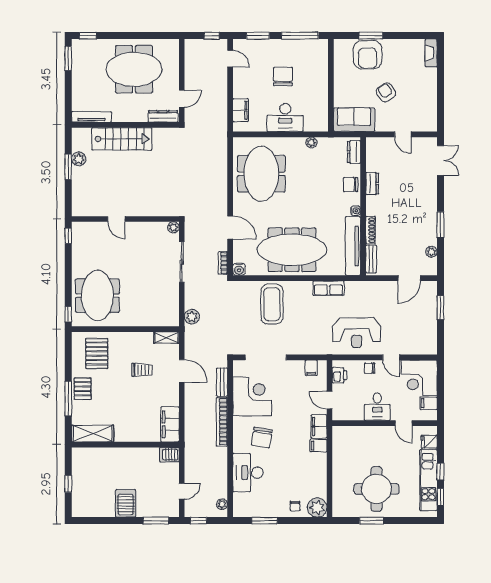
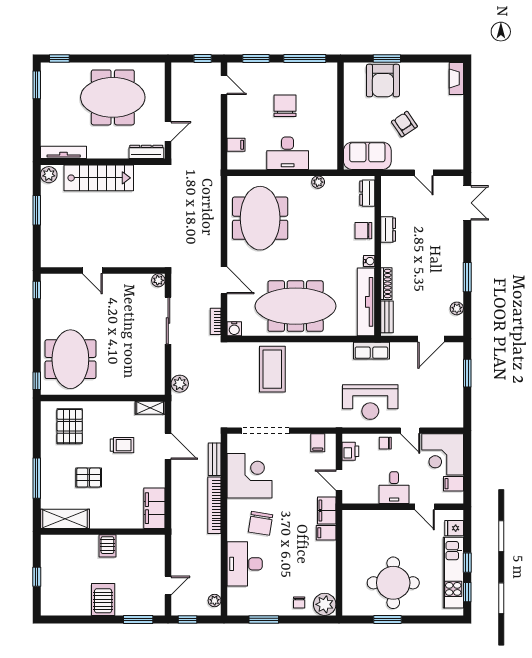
filing cabinet: (241, 110) -> (236, 145), width x0.50
plant: (79, 159) -> (49, 175), moved
row of seats: (328, 288) -> (371, 351), moved
pallet: (83, 389) -> (89, 478), moved, turned 90
server rack: (169, 455) -> (107, 546), moved, turned -90

